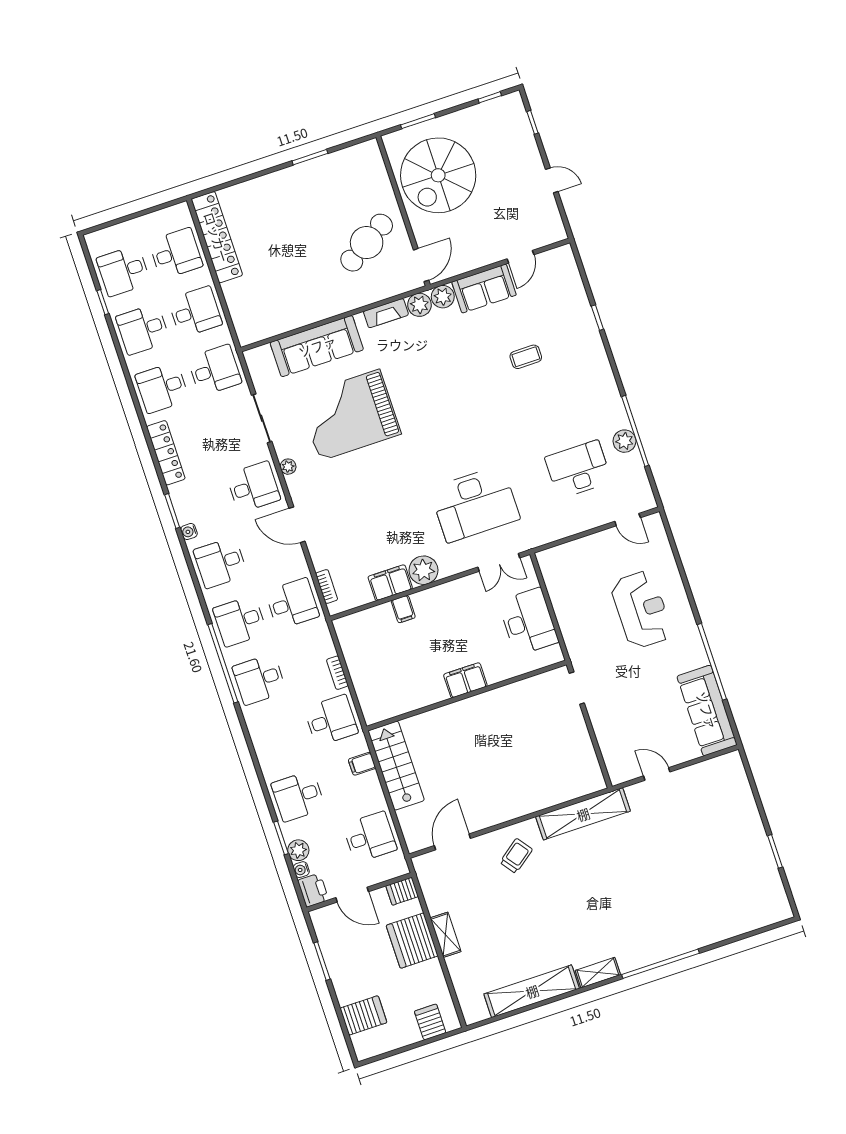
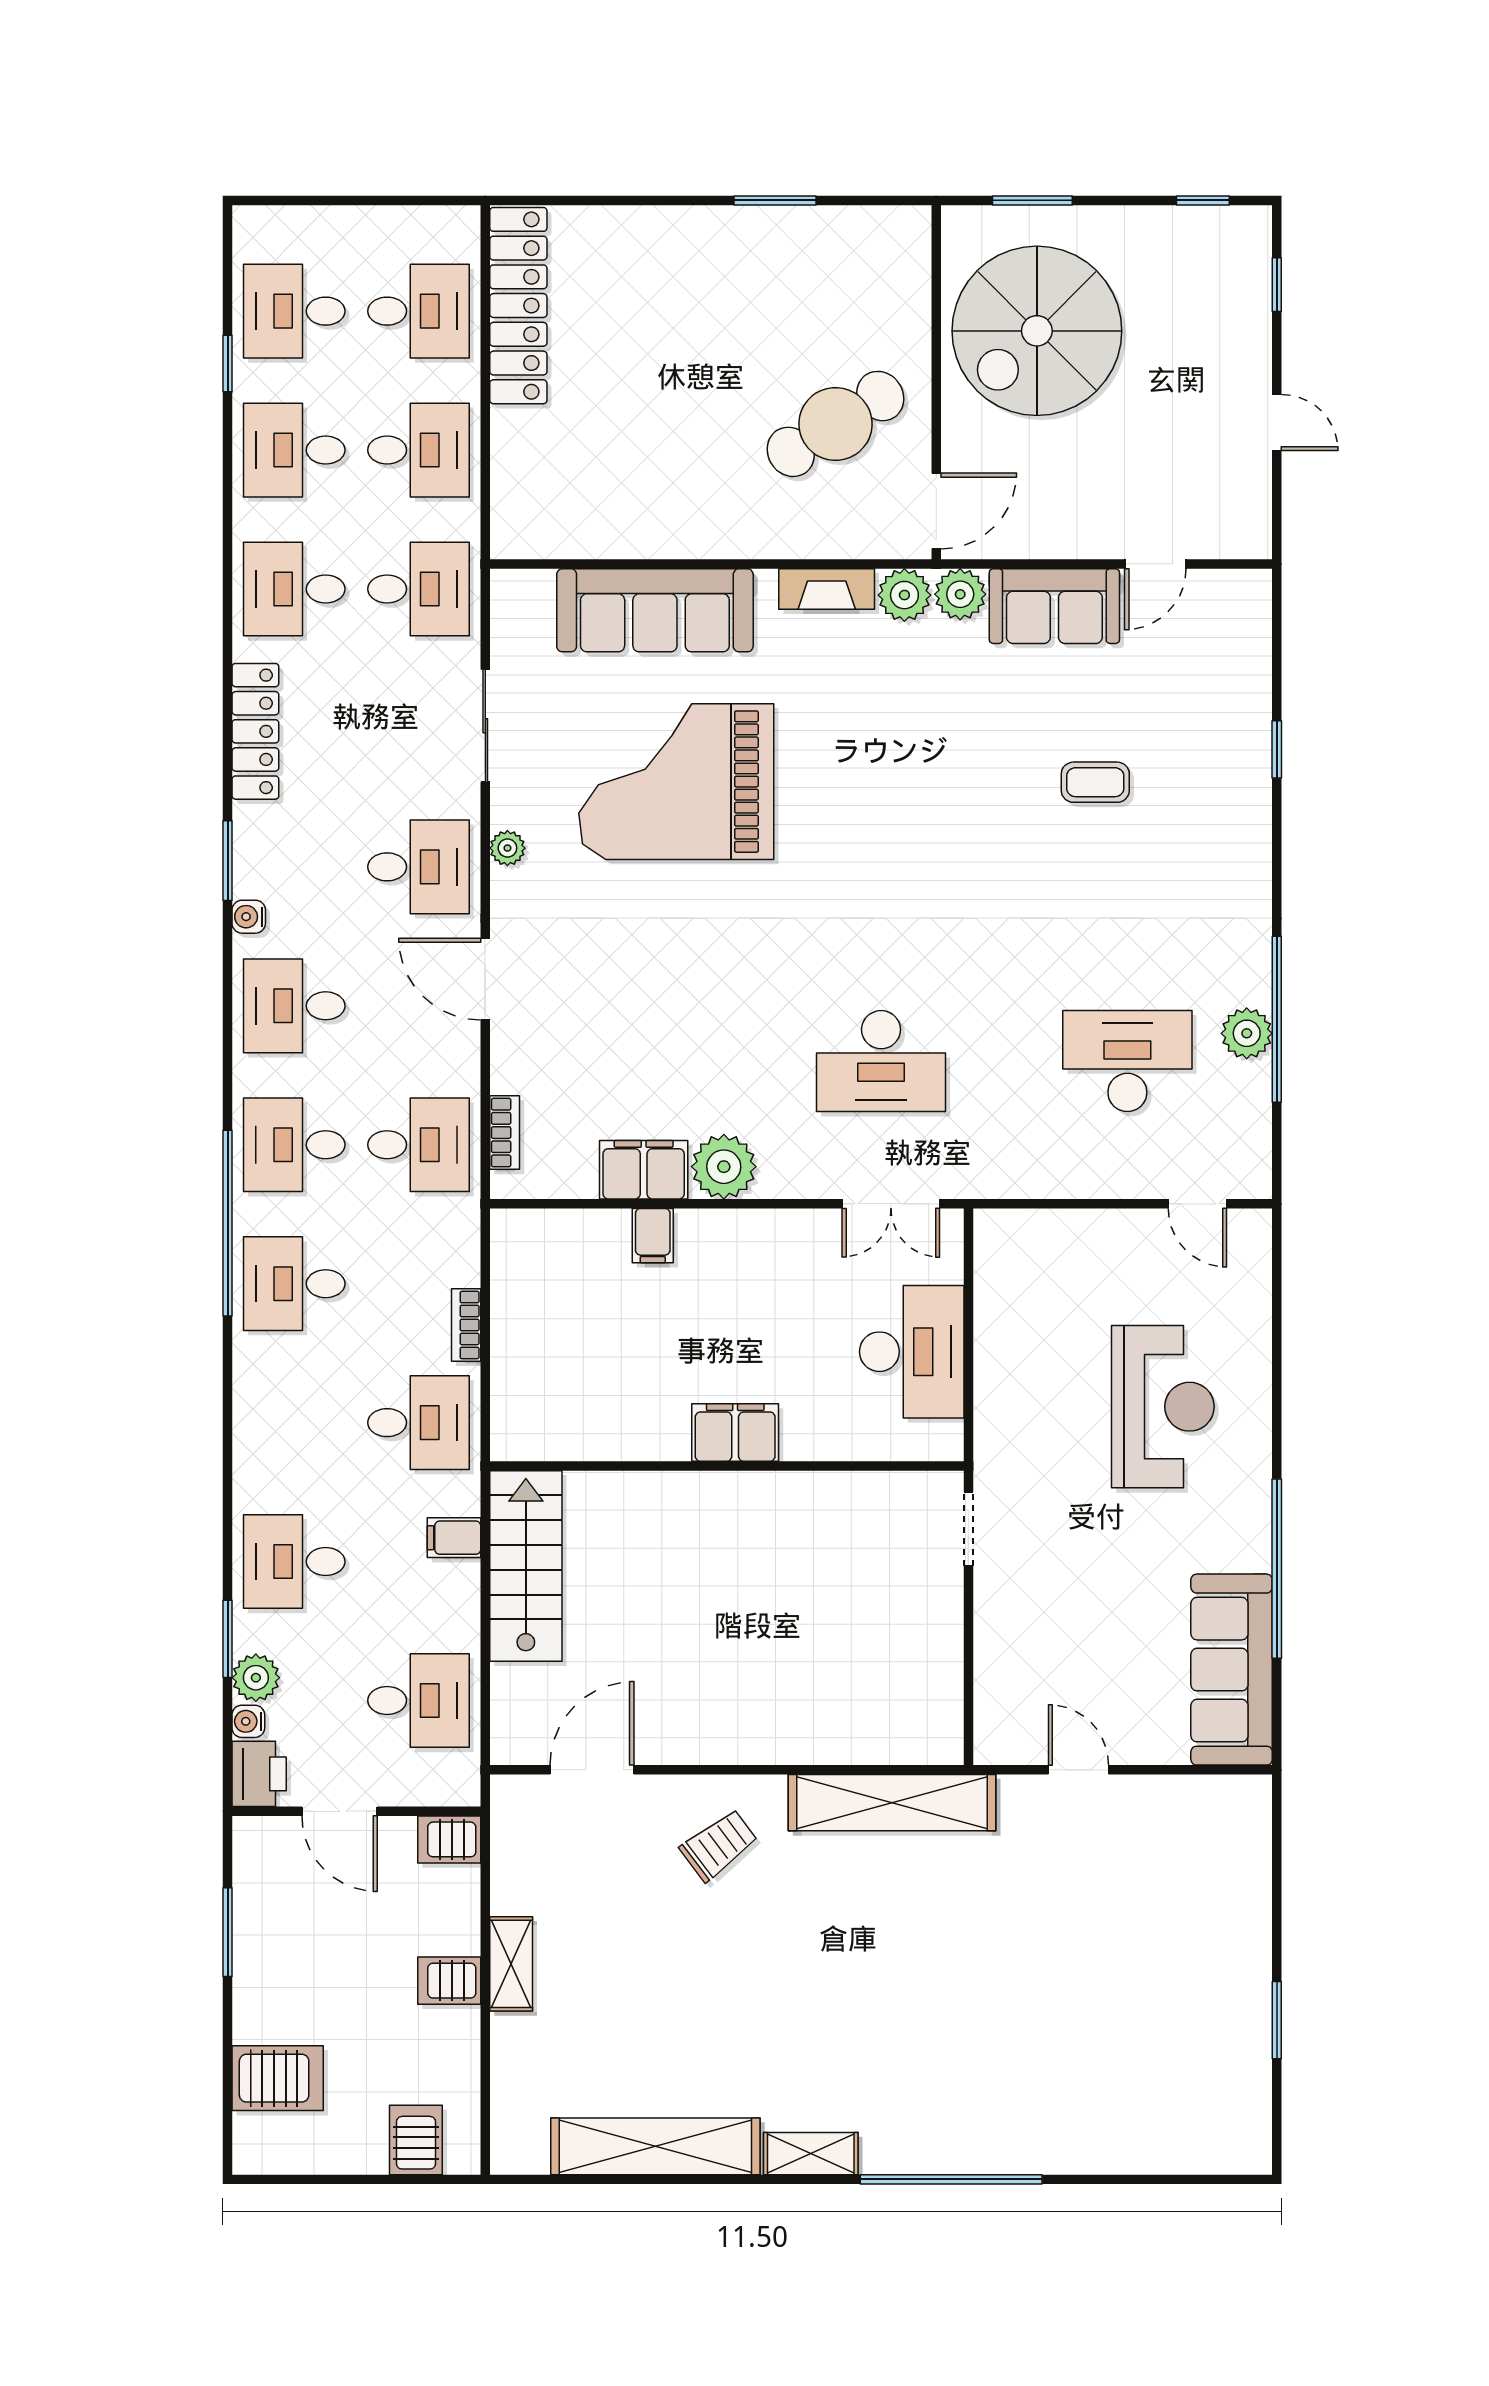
desk: (475, 504) -> (881, 1061), width x0.73, depth x0.77
server rack: (412, 941) -> (449, 1981), width x0.46, depth x0.70

